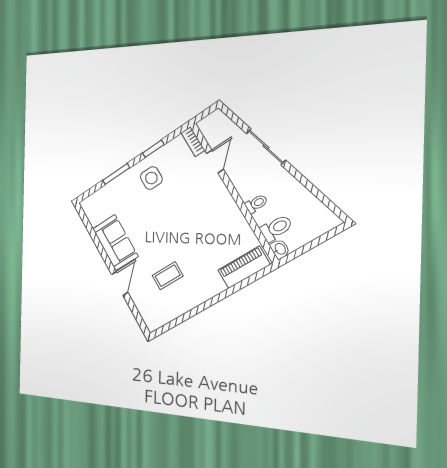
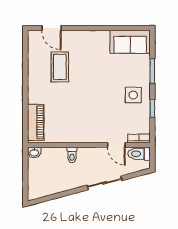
toilet: (276, 228) -> (139, 154), moved, turned 90
sofa: (115, 243) -> (130, 42), moved
coffee table: (168, 276) -> (60, 67), width x1.36, depth x1.30
door: (120, 283) -> (52, 28), moved

